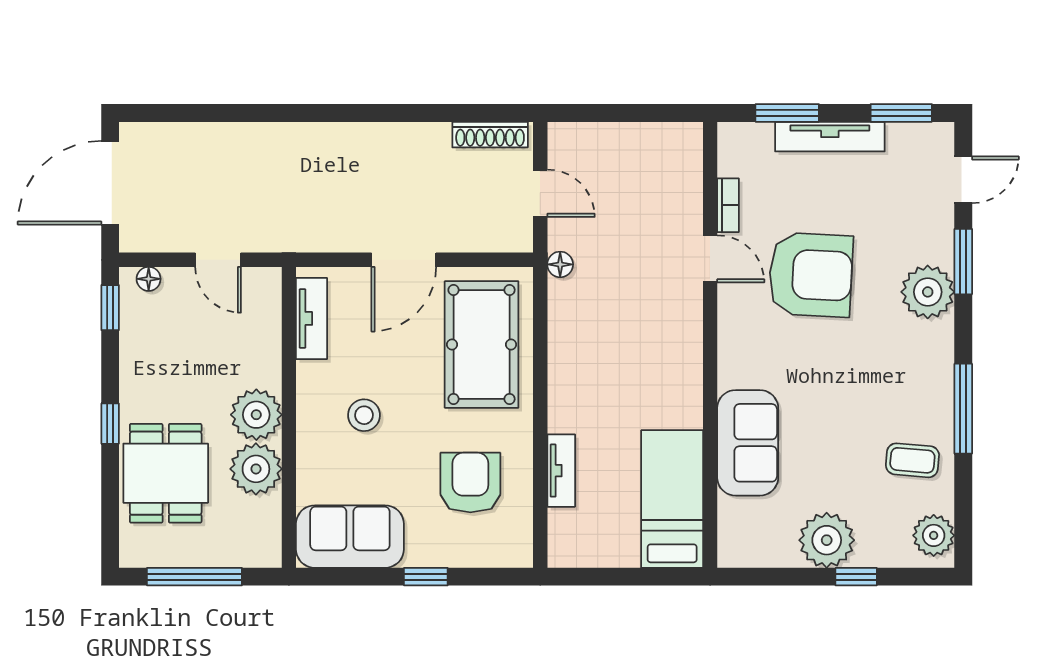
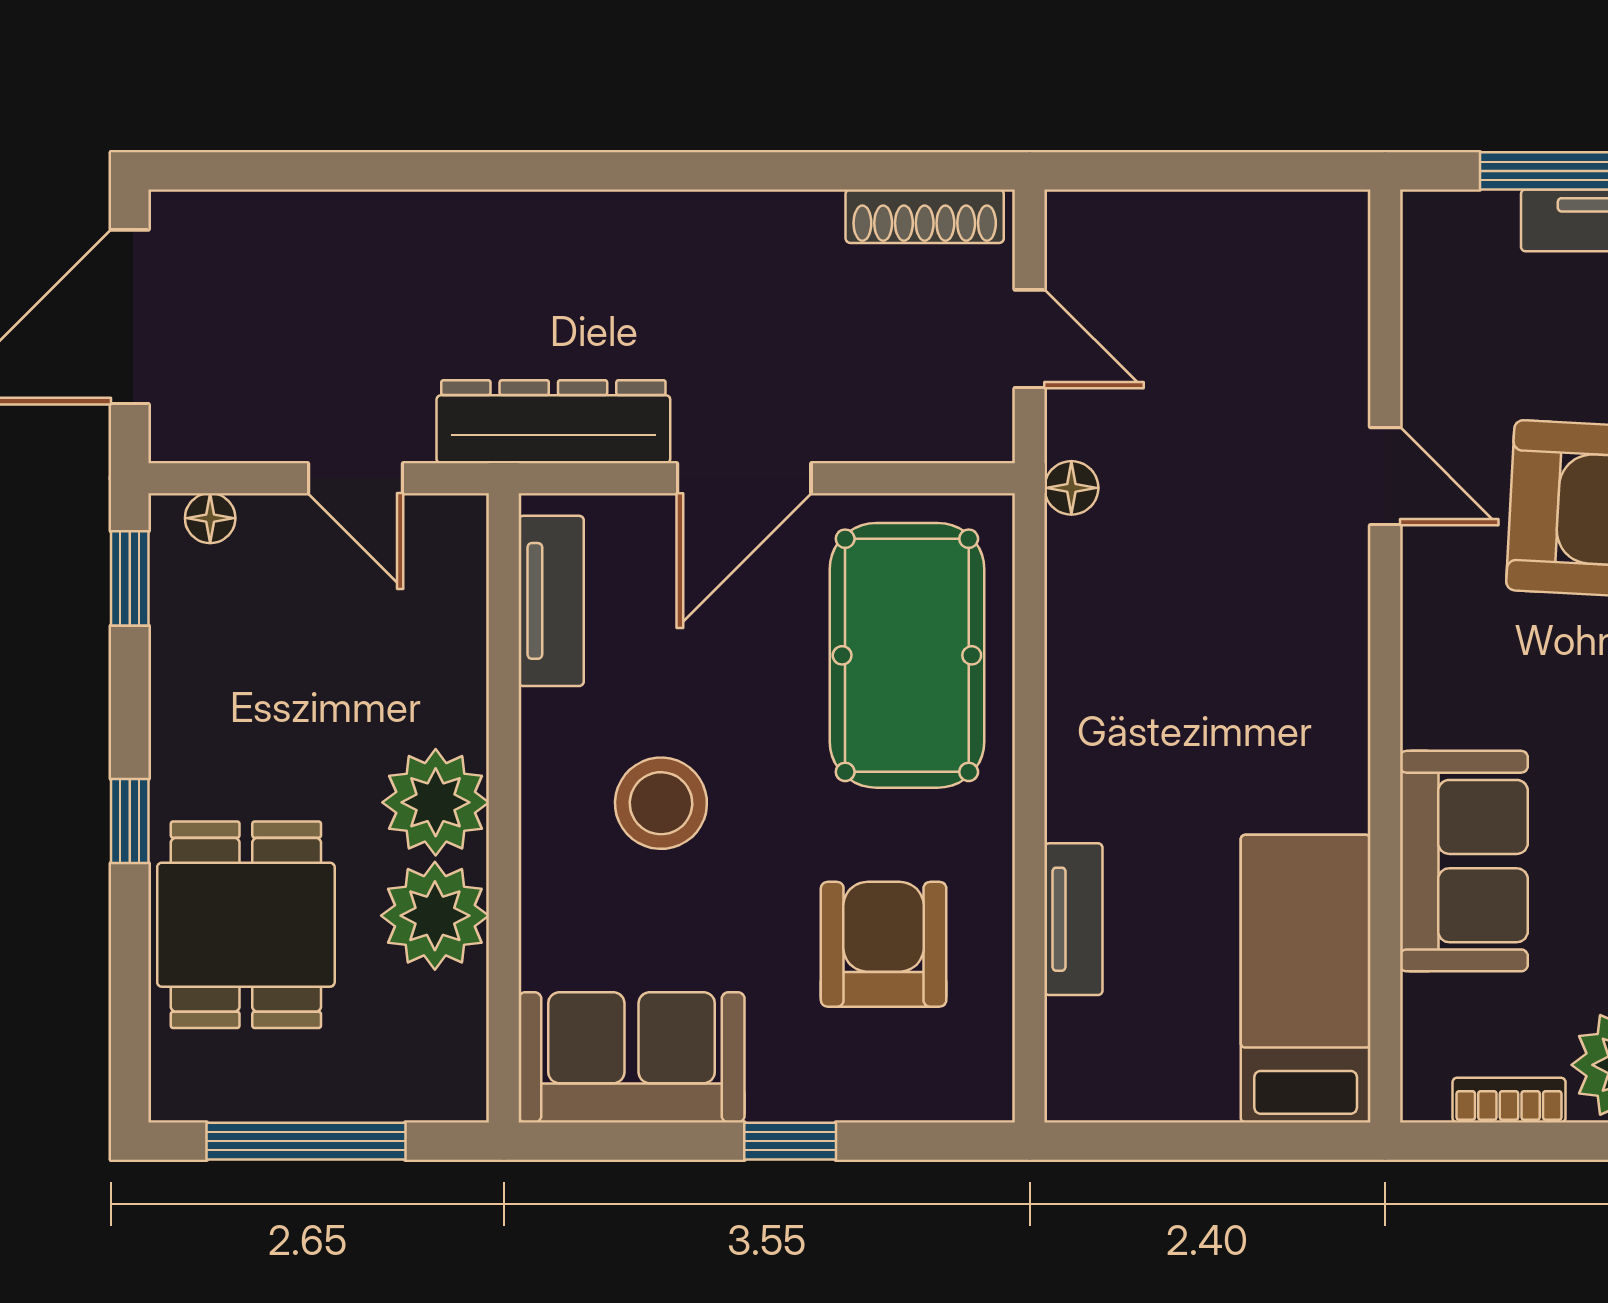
bookcase: (728, 205) -> (1509, 1100), moved, turned -90
dresser: (313, 233) -> (553, 422), added
stool: (364, 415) -> (661, 803), width x1.38, depth x1.38

